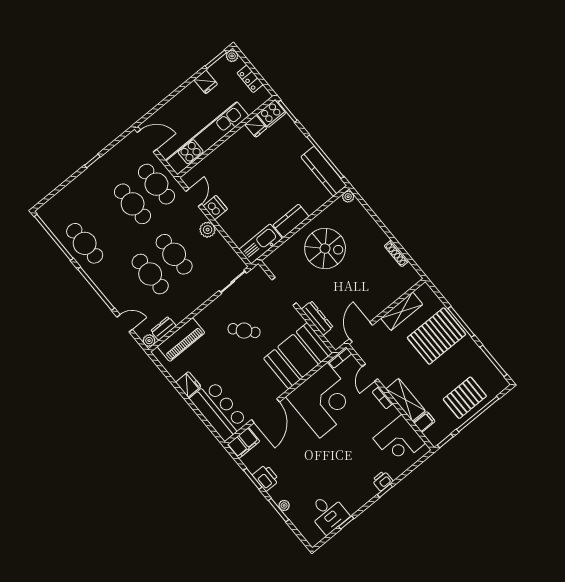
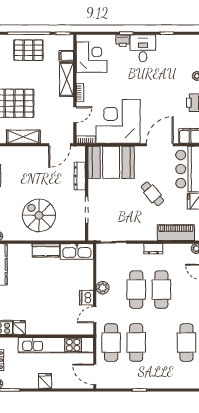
fridge: (206, 82) -> (45, 381), moved
dresser: (163, 328) -> (153, 249), moved
cafe table: (244, 331) -> (152, 194), moved
desk: (328, 513) -> (143, 48), moved

